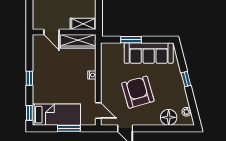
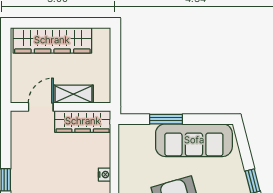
shelving: (83, 24) -> (73, 94), moved
door: (51, 32) -> (41, 107), swing flipped

